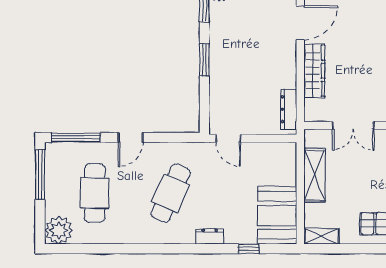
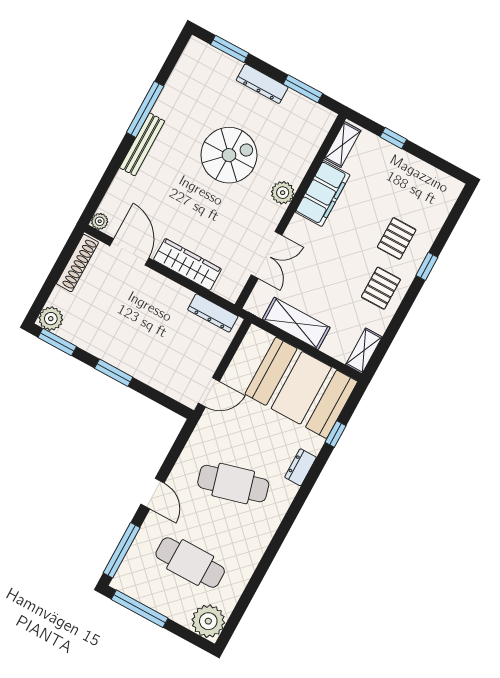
cafe table: (171, 193) -> (233, 484), turned -39
booth: (277, 215) -> (301, 388), width x1.36, depth x1.42

